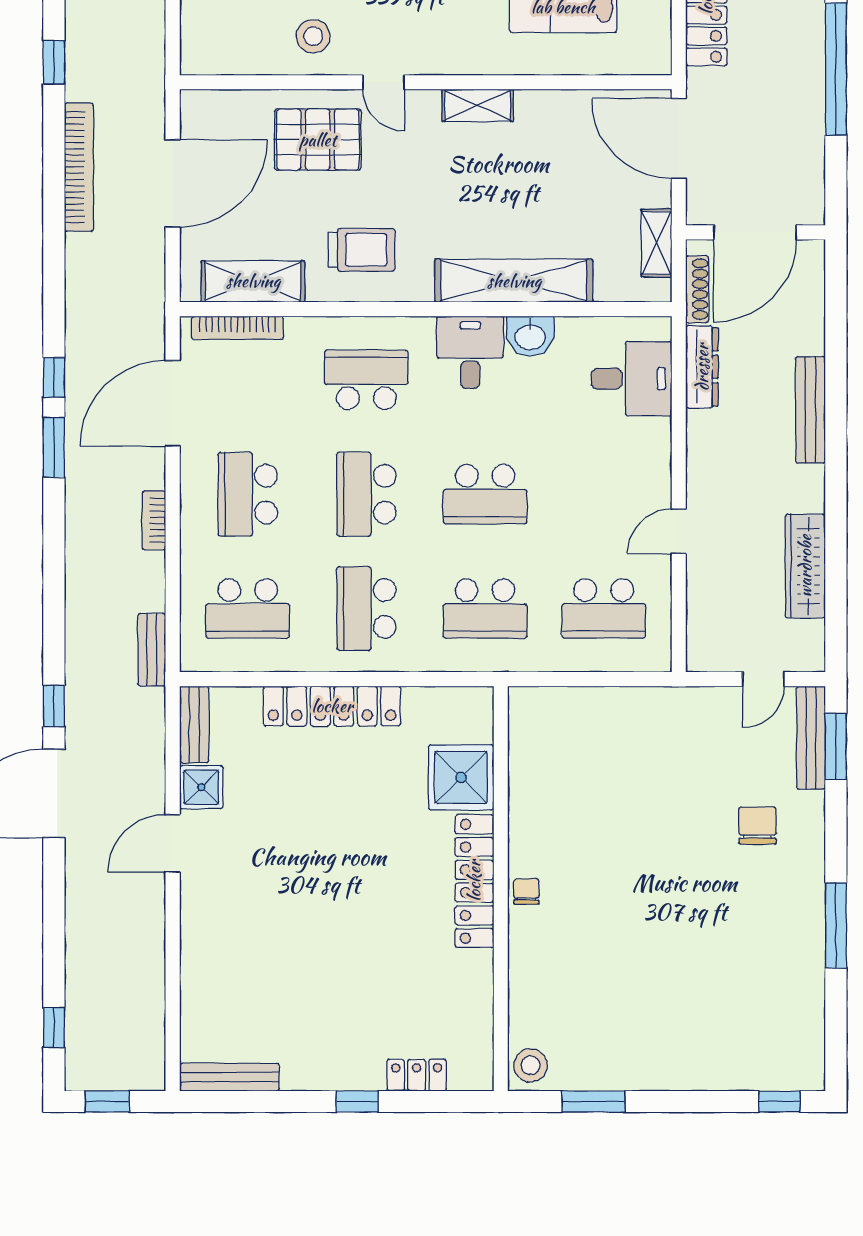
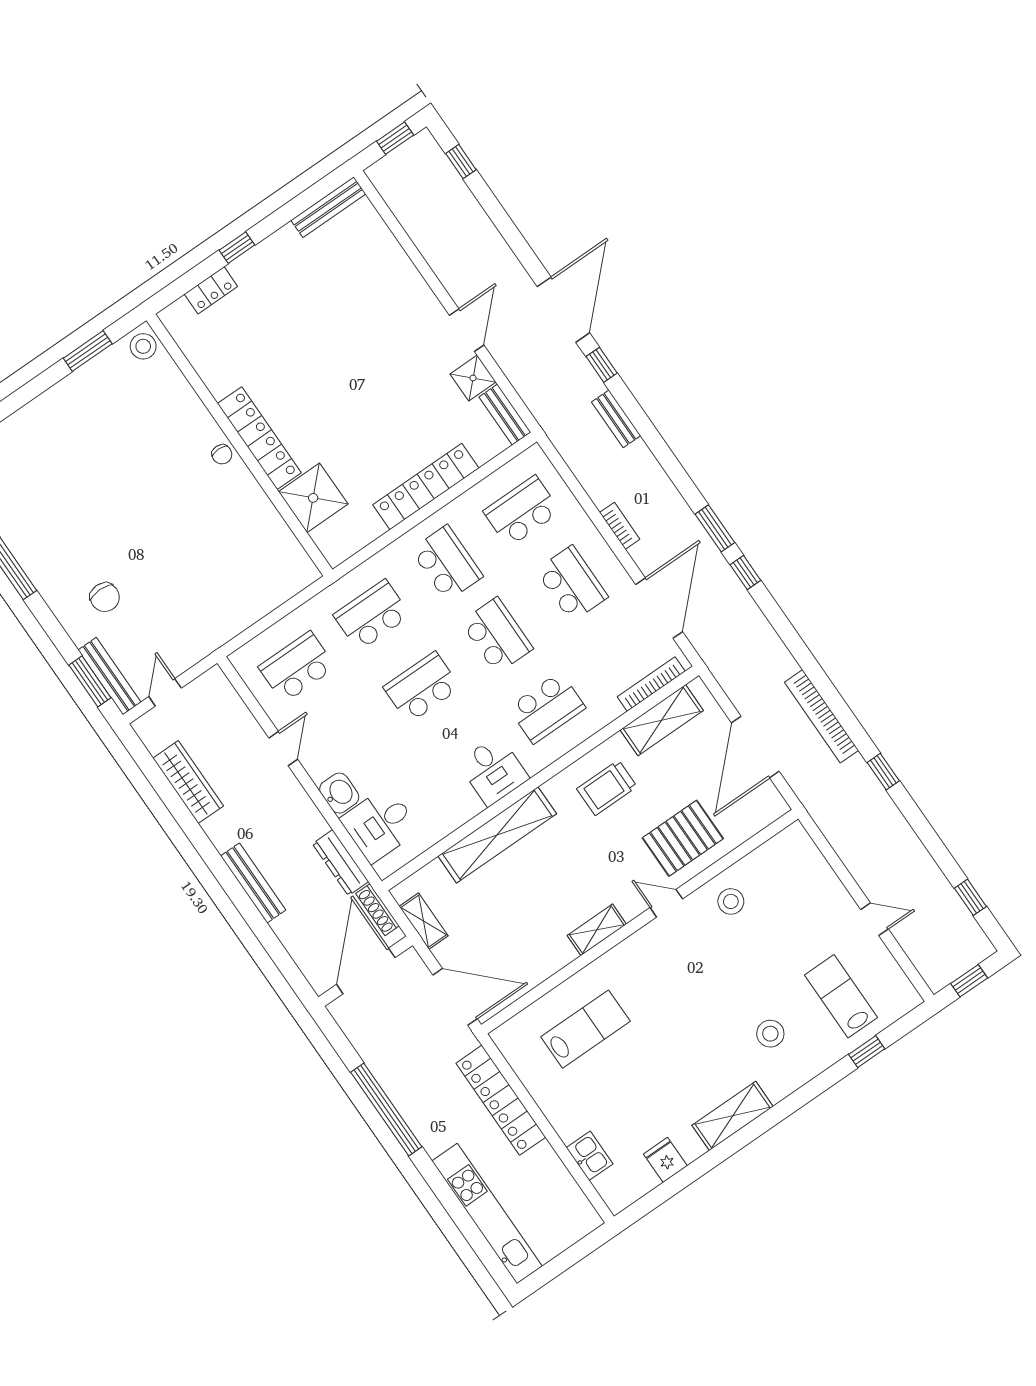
washbasin: (530, 336) -> (339, 793), moved, turned 90
bench: (152, 650) -> (616, 419), moved

